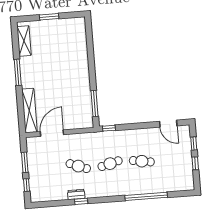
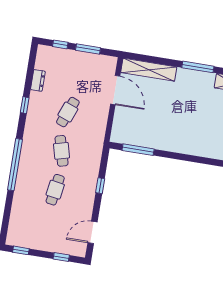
window: (109, 128) -> (100, 186), moved
window: (195, 163) -> (21, 250), moved
dresser: (76, 194) -> (38, 80), moved
window: (146, 196) -> (15, 165), moved

